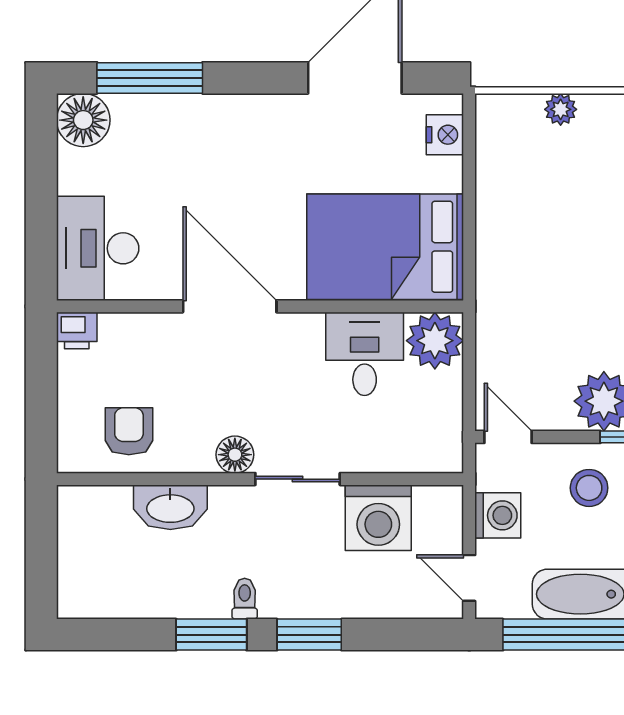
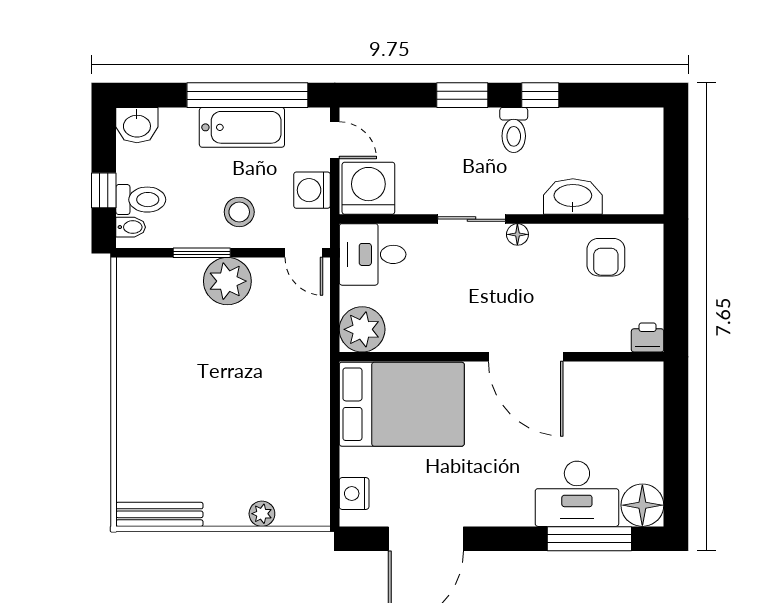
desk: (98, 248) -> (577, 494), moved, turned 90
desk: (365, 354) -> (373, 254), moved, turned 90
floor lamp: (235, 455) -> (517, 234), width x0.73, depth x0.73
washing machine: (378, 518) -> (368, 188), moved
toilet: (245, 599) -> (514, 130), width x1.37, depth x1.39
window: (211, 635) -> (540, 95), width x0.67

